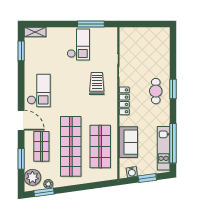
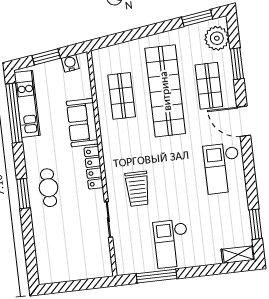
sofa: (128, 142) -> (82, 123), moved
shop shelf: (100, 146) -> (122, 96), width x0.70, depth x0.74
plant: (48, 184) -> (192, 31), removed

